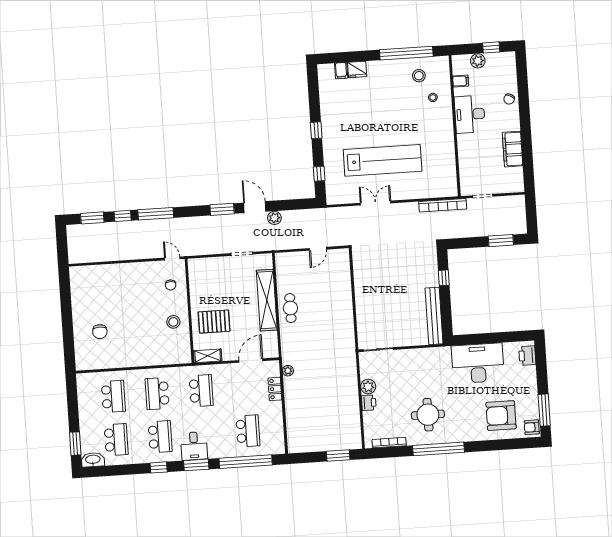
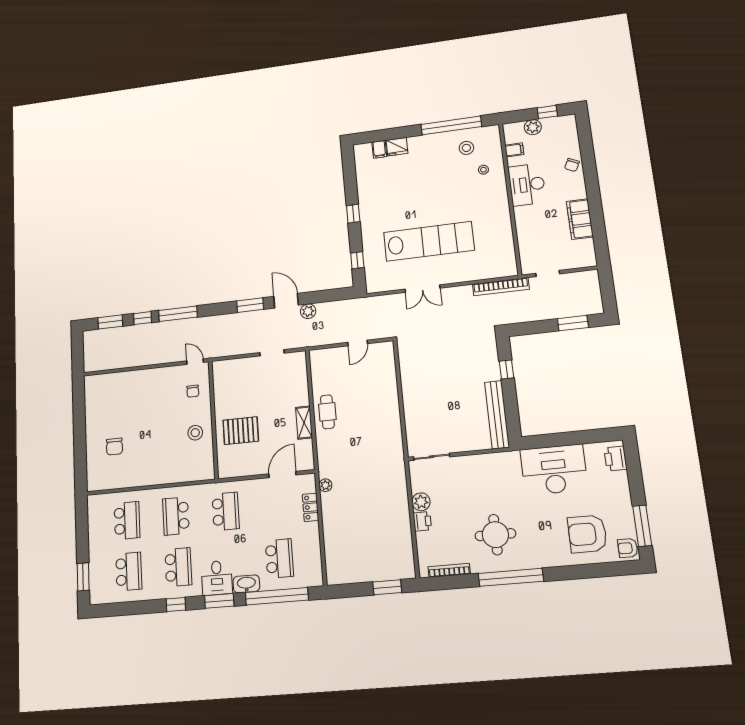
double door: (376, 203) -> (422, 289), swing flipped
shelving: (267, 300) -> (304, 423), width x0.45, depth x0.75
shelving: (208, 356) -> (233, 470), removed
washbasin: (93, 460) -> (246, 584), moved

